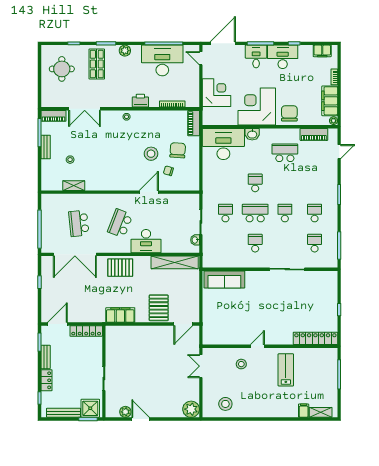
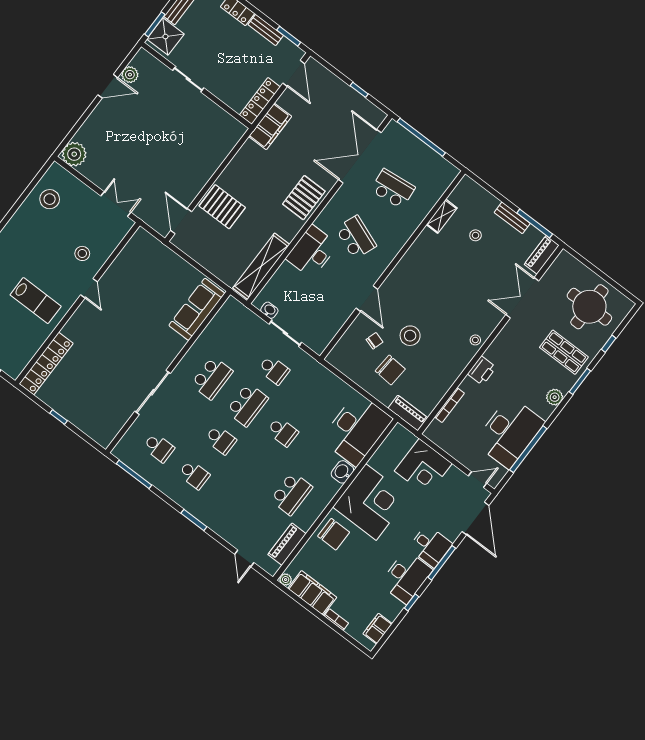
round table: (62, 69) -> (589, 307), width x1.36, depth x1.36
school desk: (255, 243) -> (212, 378), width x1.85
filing cabinet: (120, 315) -> (270, 126), moved

